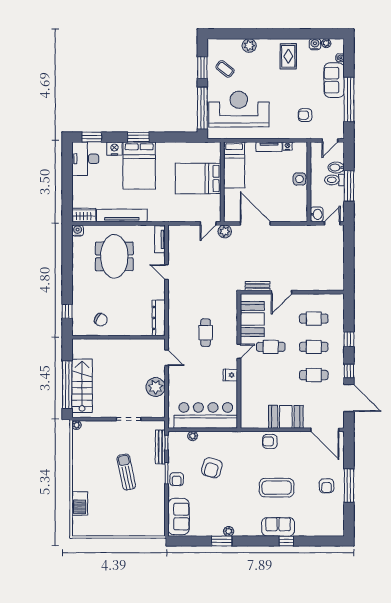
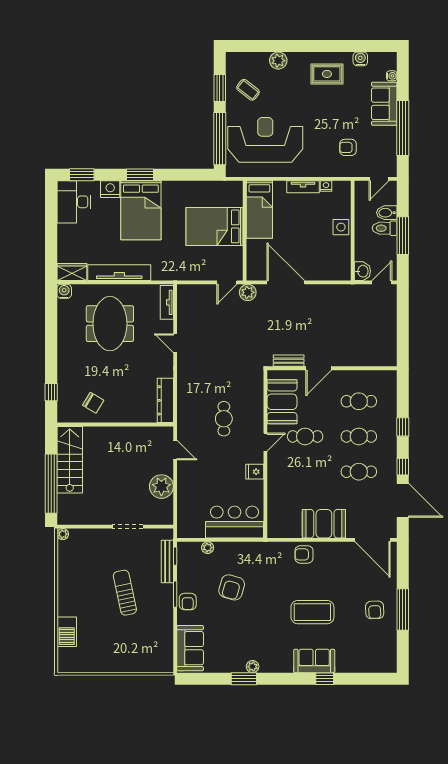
plant: (326, 43) -> (374, 58), removed
rug: (288, 56) -> (327, 74), turned 90
stairs: (82, 386) -> (70, 460), moved
bar counter: (206, 415) -> (235, 522), width x0.73

